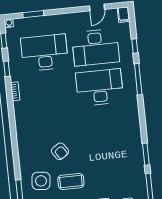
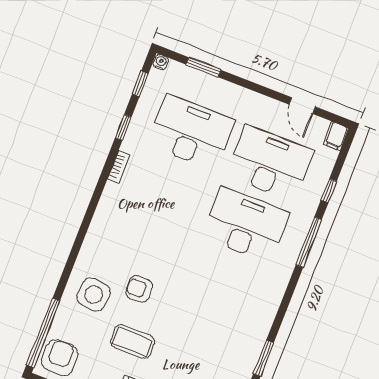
door: (97, 8) -> (302, 106), hinge flipped
desk: (95, 47) -> (270, 163), turned 180
armchair: (60, 151) -> (139, 289), turned 124
side table: (41, 181) -> (94, 294), moved

